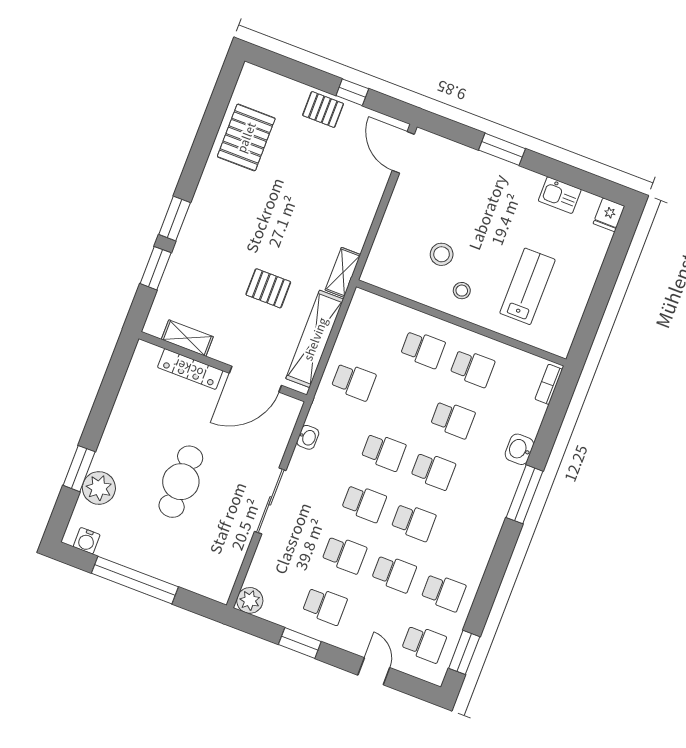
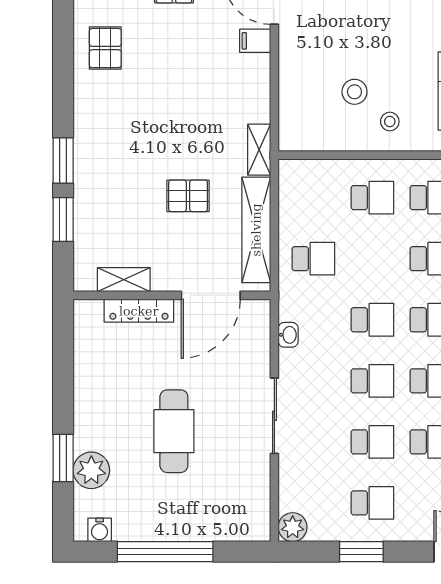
pallet: (246, 137) -> (105, 48), width x0.67, depth x0.71
filing cabinet: (374, 180) -> (255, 41), added

